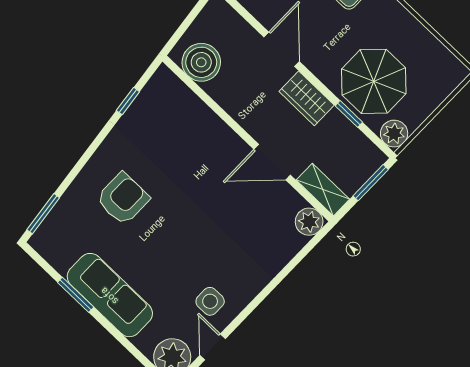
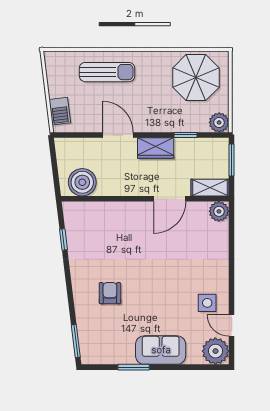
parasol: (374, 81) -> (196, 78), moved
armchair: (123, 199) -> (110, 293), width x0.72, depth x0.72
sofa: (110, 295) -> (161, 350), width x0.73

